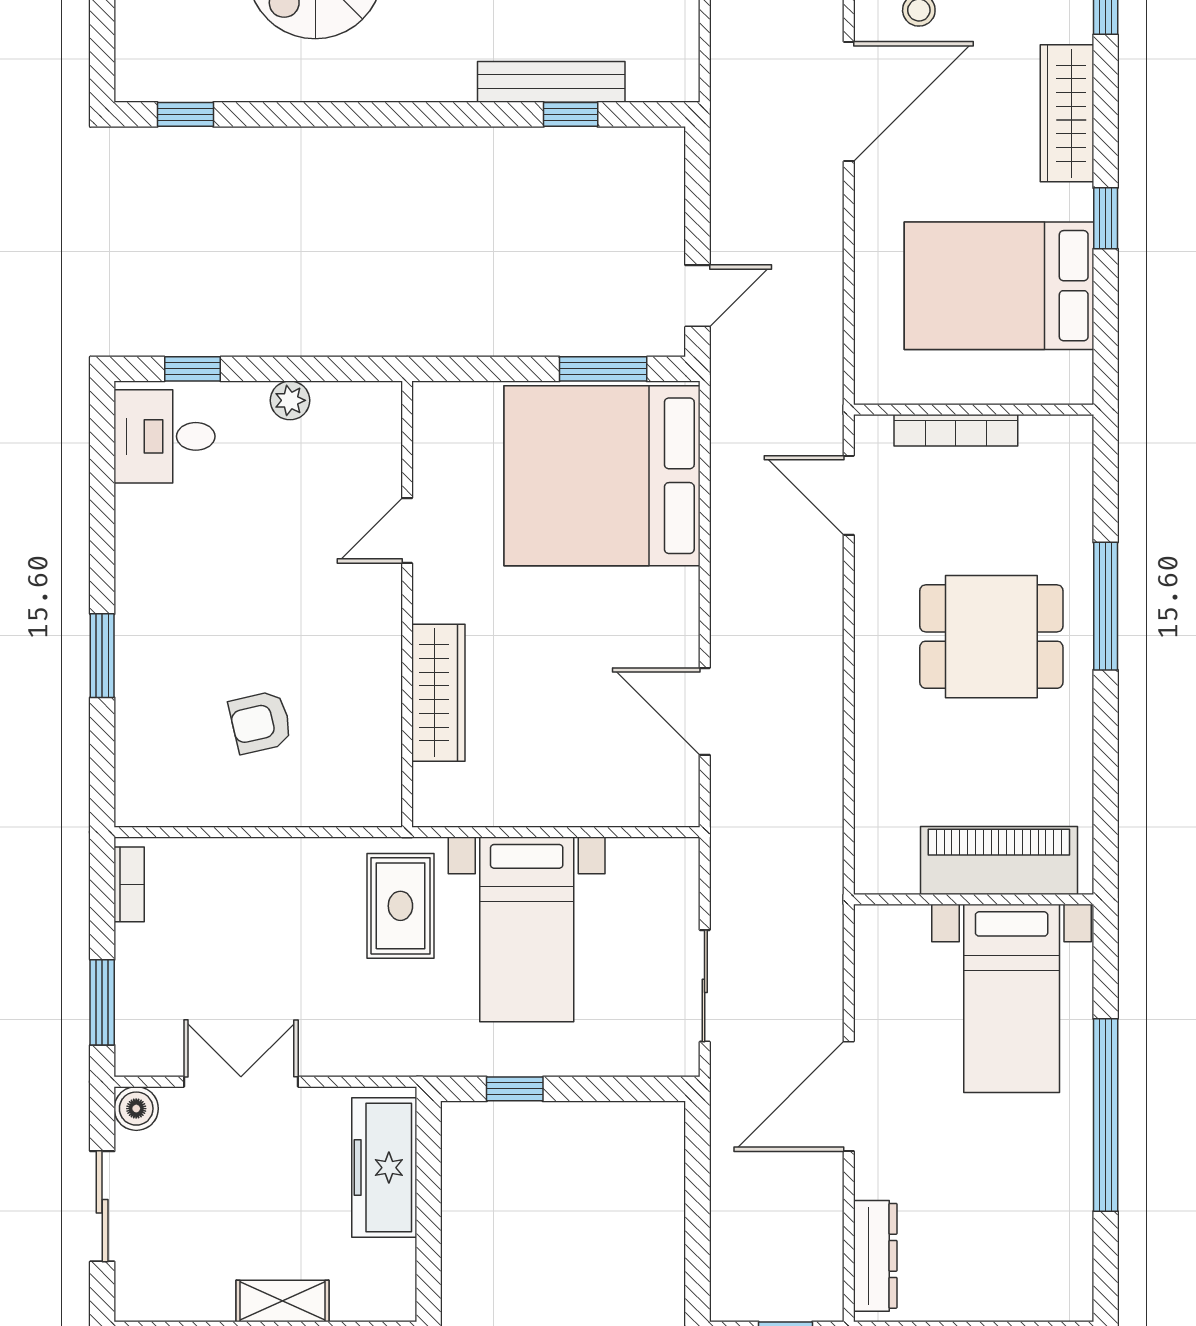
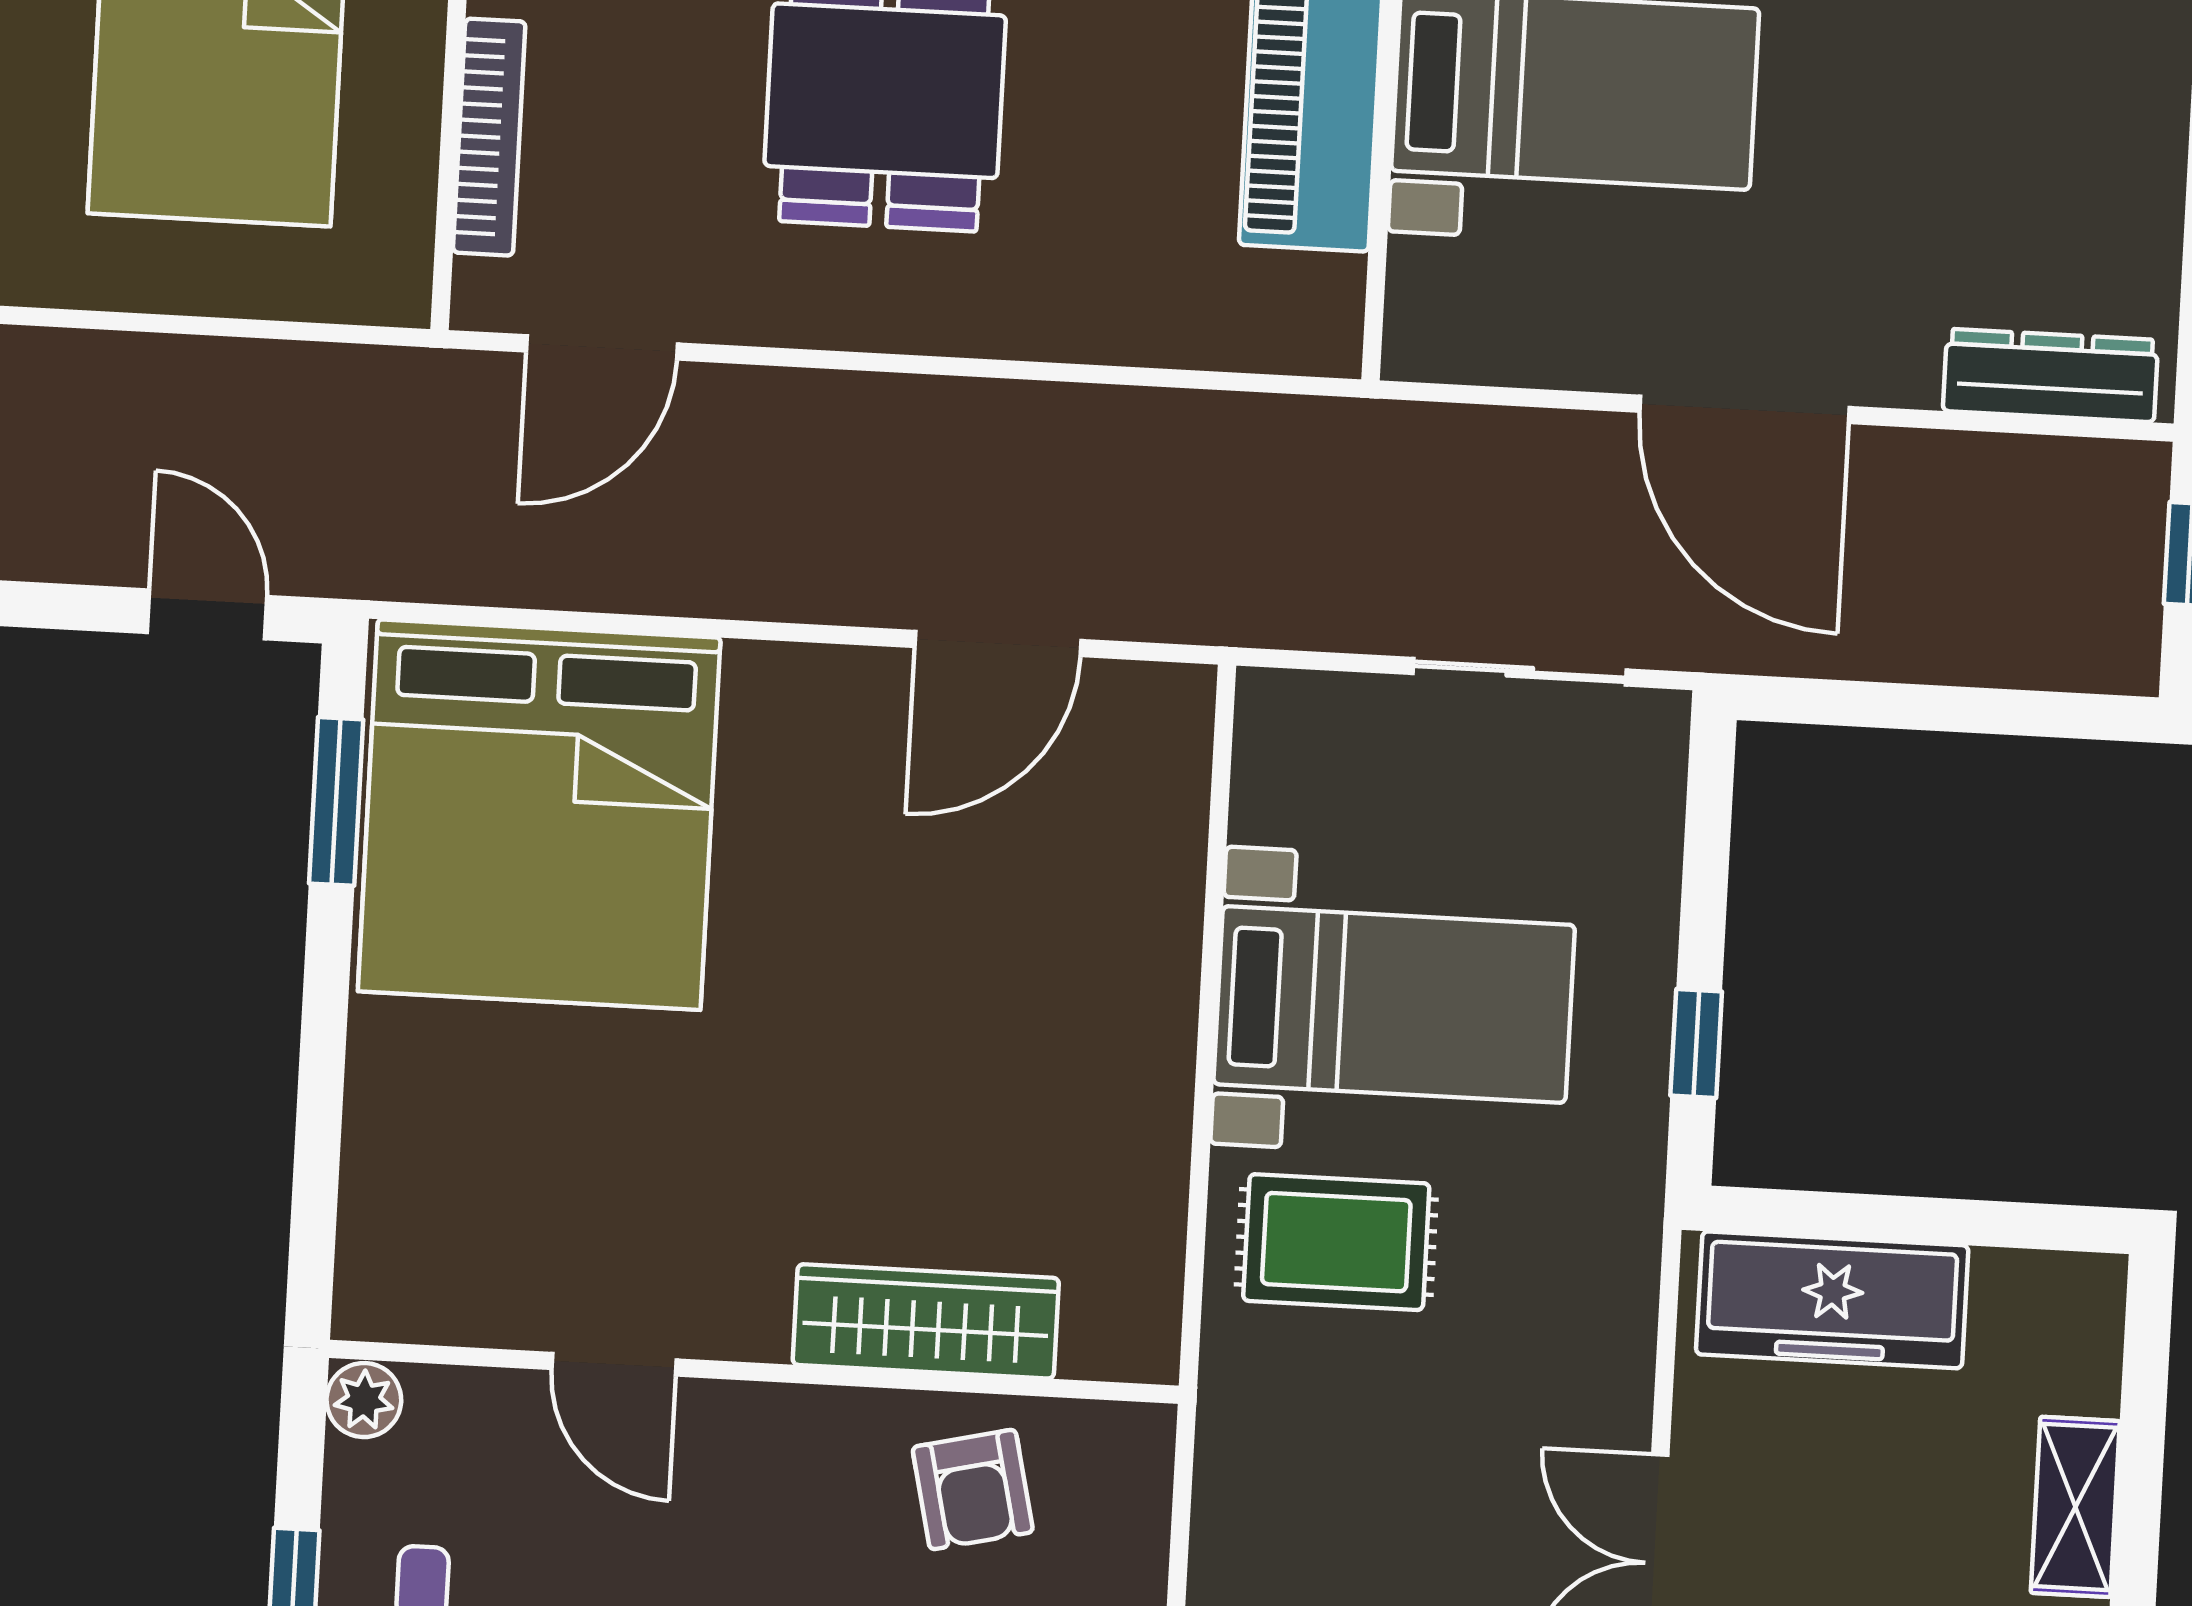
door: (407, 531) -> (614, 1364), moved
wall: (407, 604) -> (754, 1372), moved
wardrobe: (438, 693) -> (926, 1321), moved

